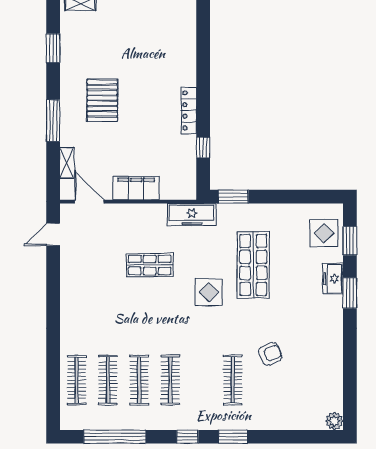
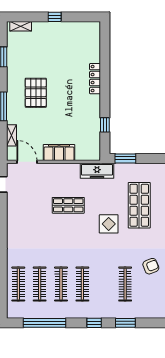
locker: (189, 110) -> (95, 79), moved

